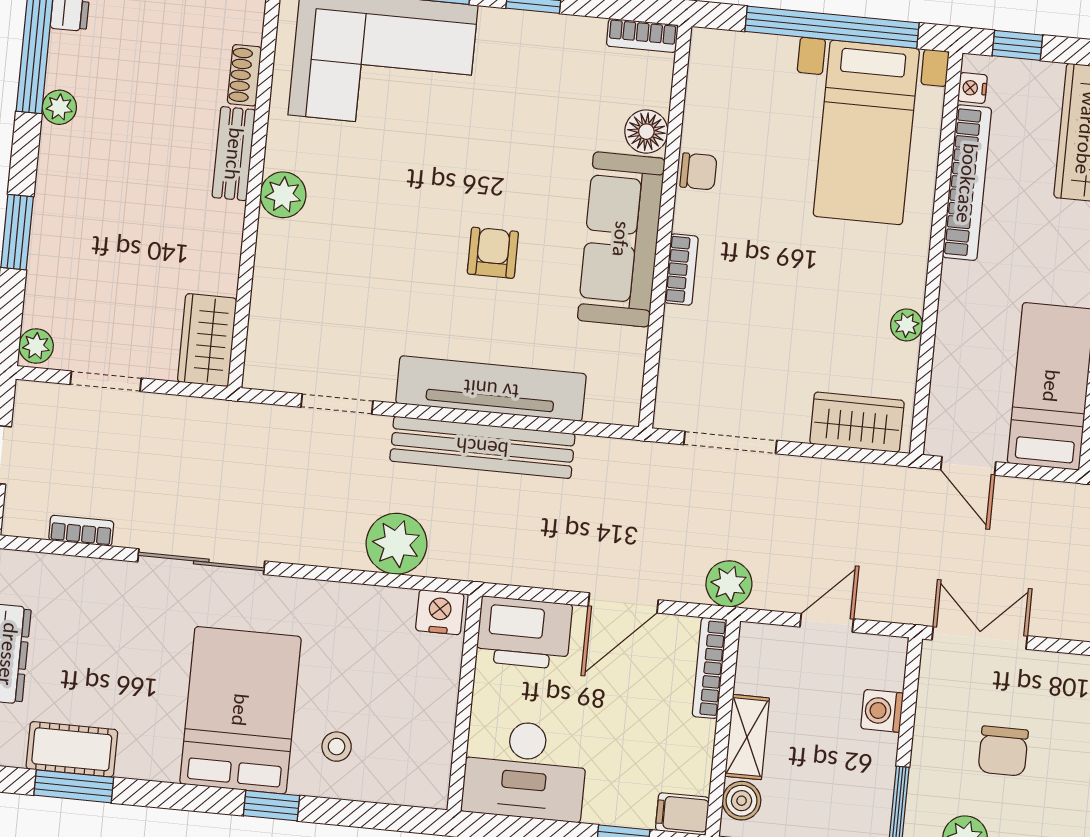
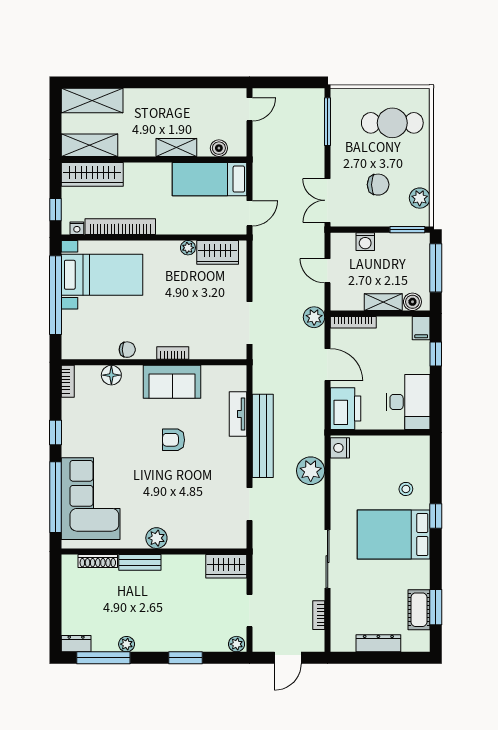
shoe rack: (244, 75) -> (98, 561), width x1.43
chair: (698, 171) -> (127, 350), turned 90
sofa: (621, 239) -> (172, 382), width x0.73
tv unit: (491, 389) -> (238, 414), width x0.52, depth x0.78
wardrobe: (857, 422) -> (218, 252), moved, turned -90

